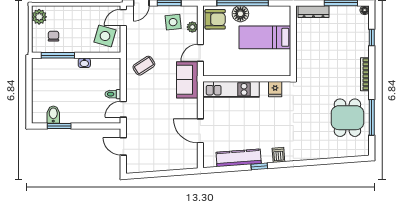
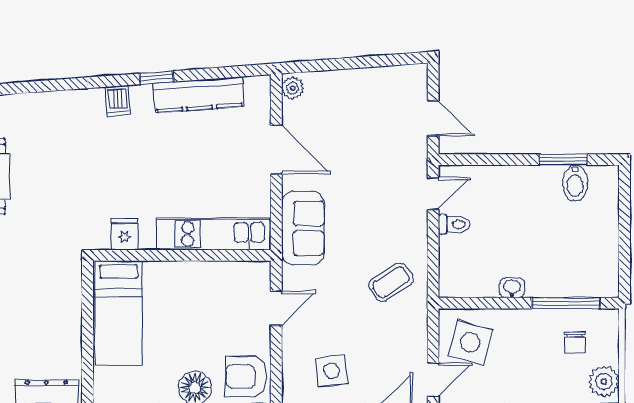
plant: (192, 27) -> (293, 88), moved
bed: (265, 37) -> (119, 313), moved, turned 90
sofa: (187, 80) -> (303, 228), moved

